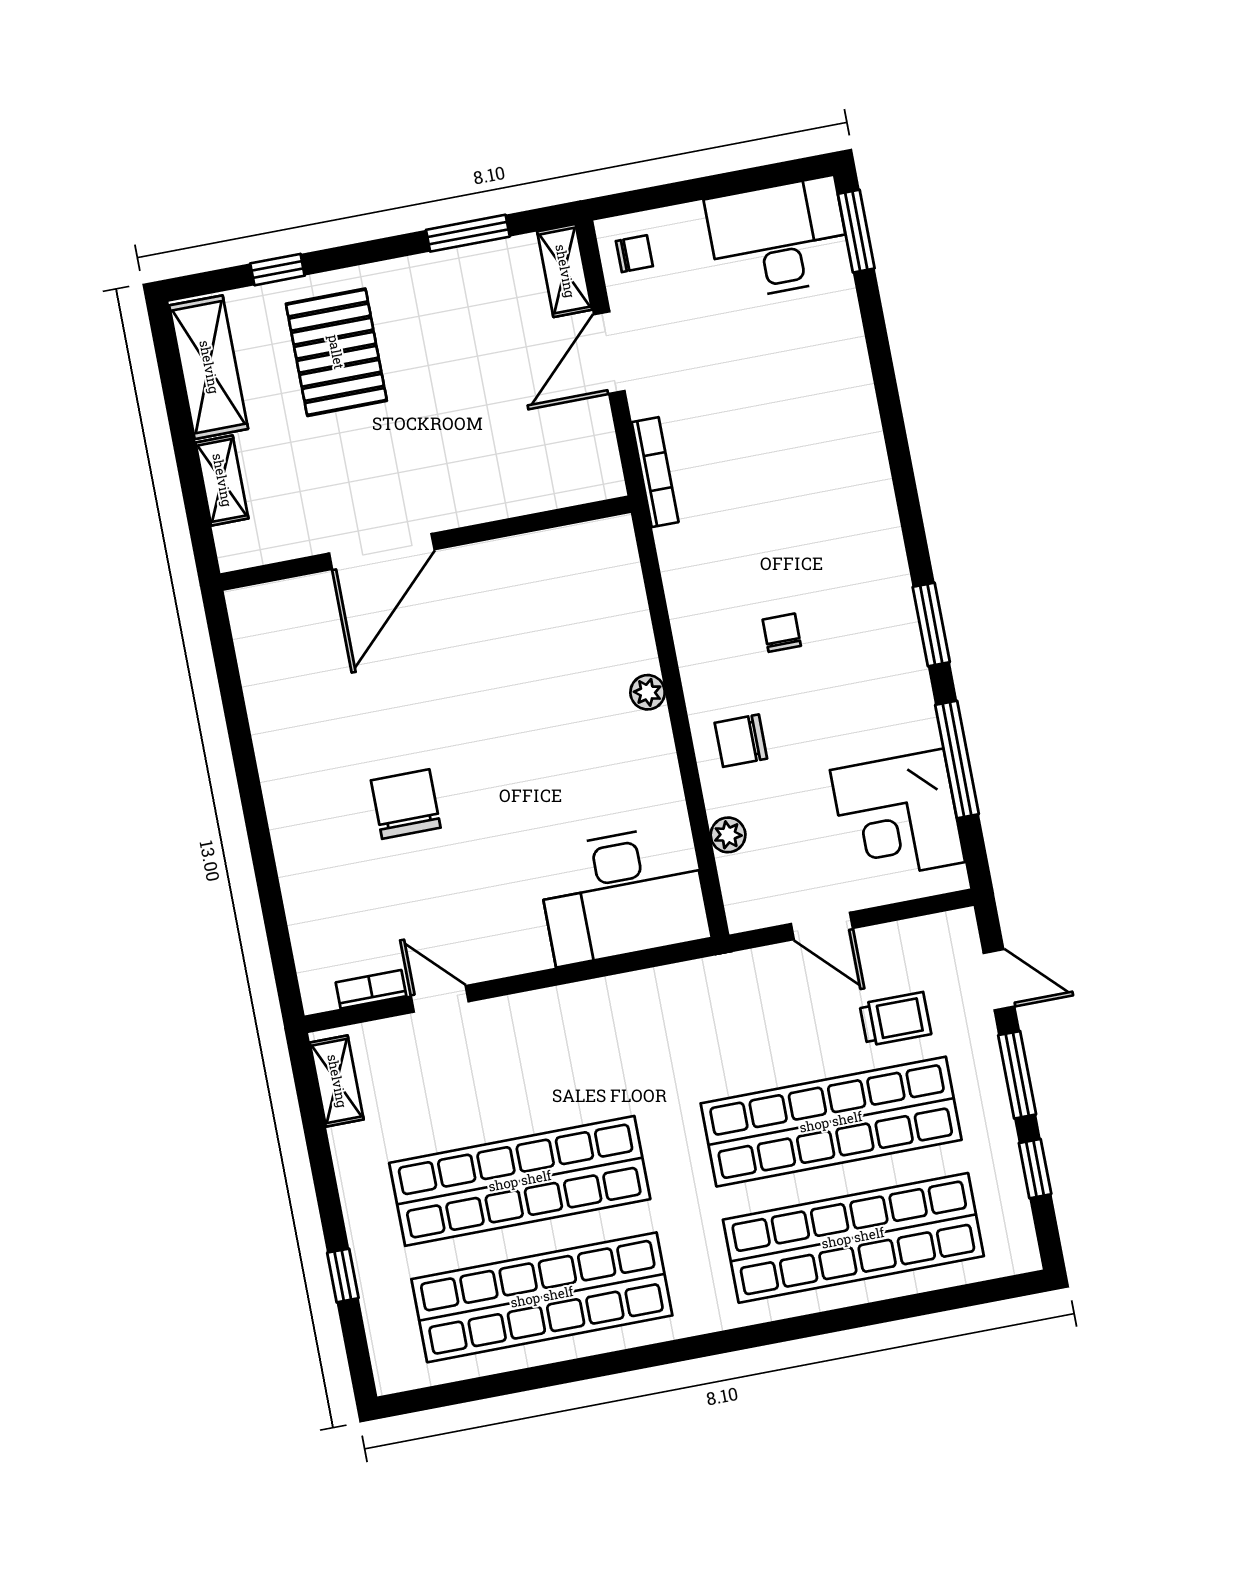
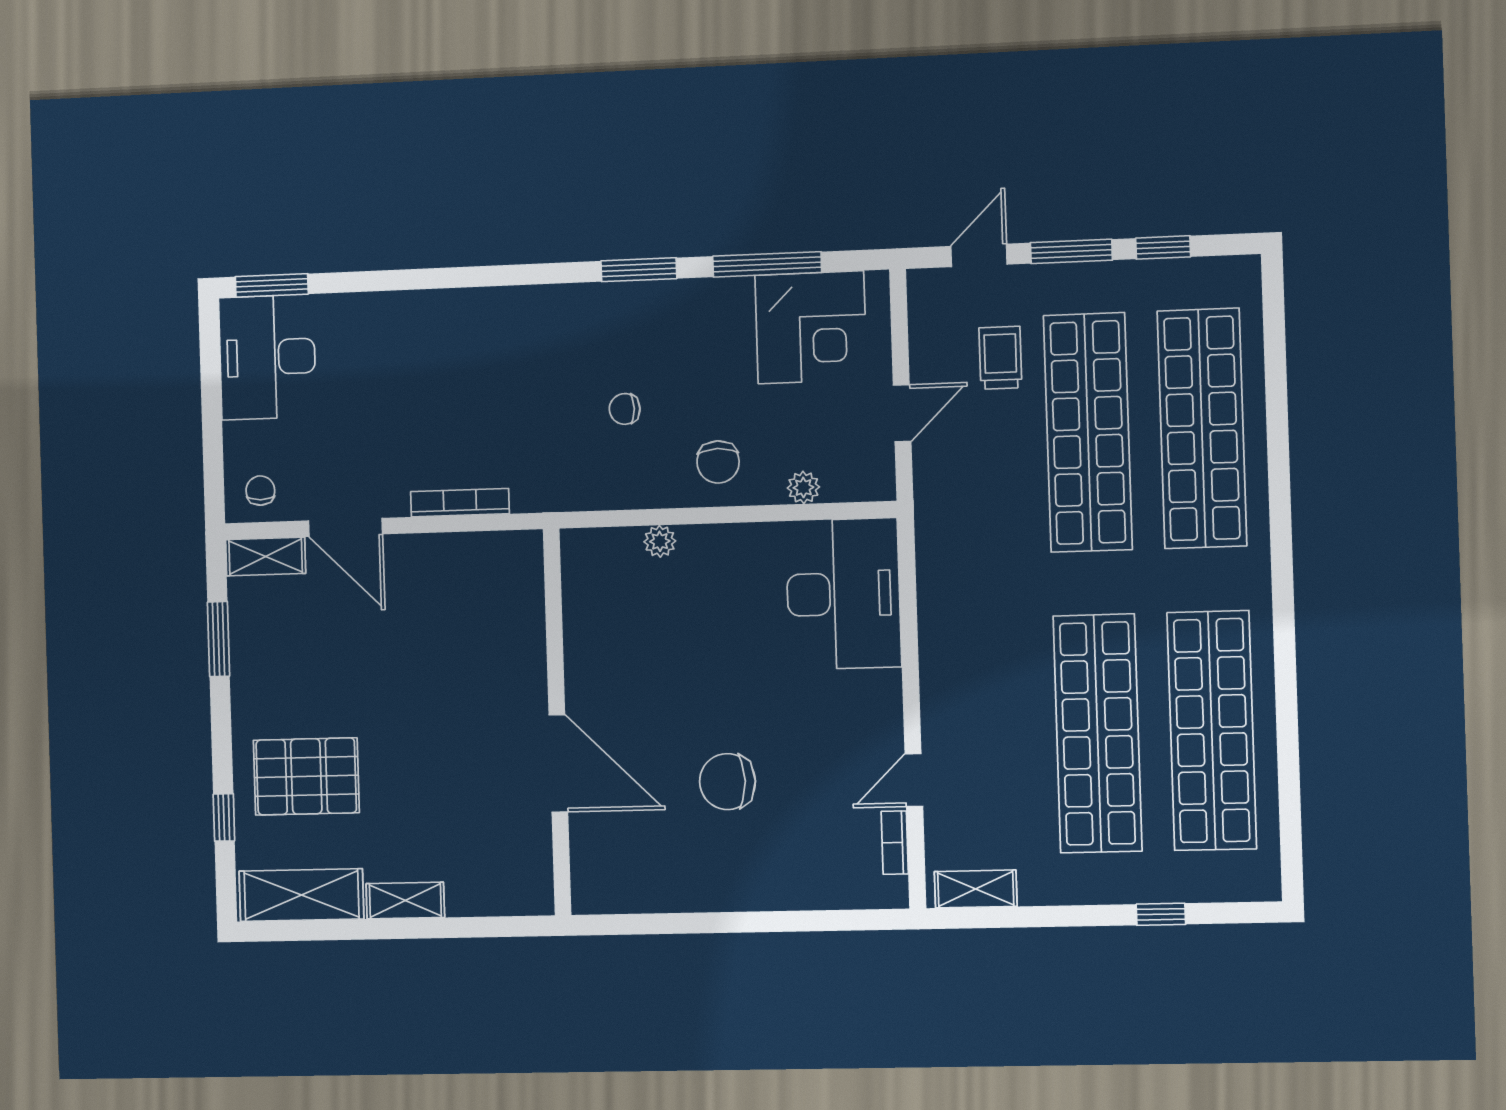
wall: (426, 543) -> (557, 722), moved
door: (382, 551) -> (558, 763), moved

